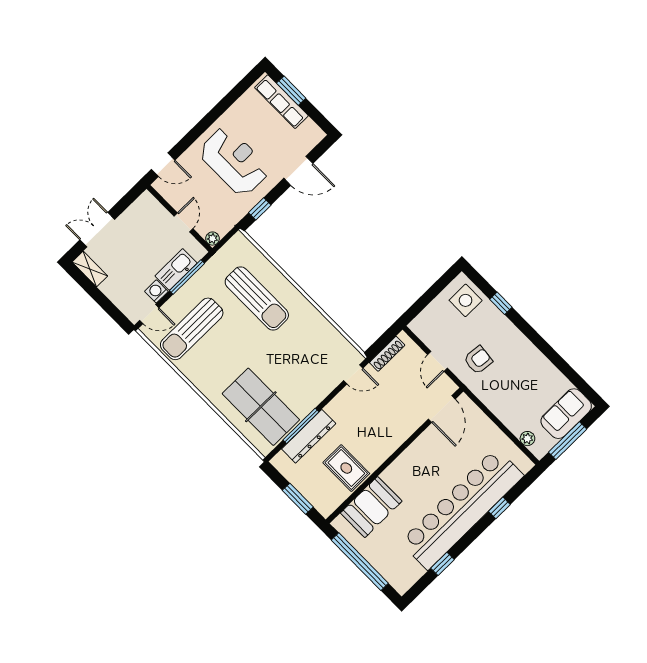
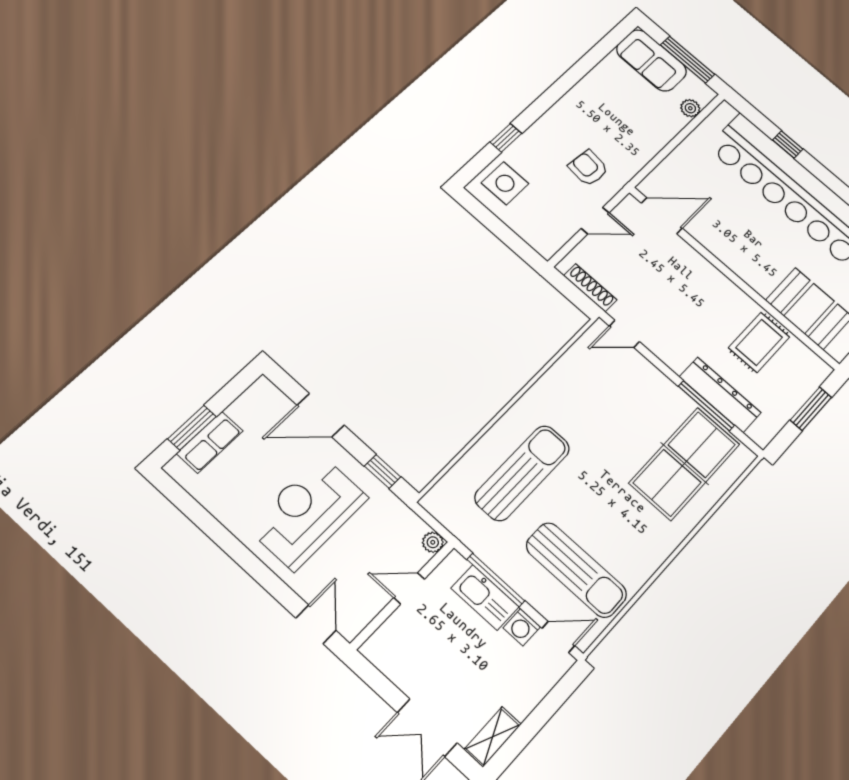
row of seats: (281, 102) -> (210, 442), width x0.68
door: (298, 171) -> (321, 415), swing flipped
door: (149, 314) -> (558, 637), hinge flipped
door: (353, 374) -> (624, 334), swing flipped

